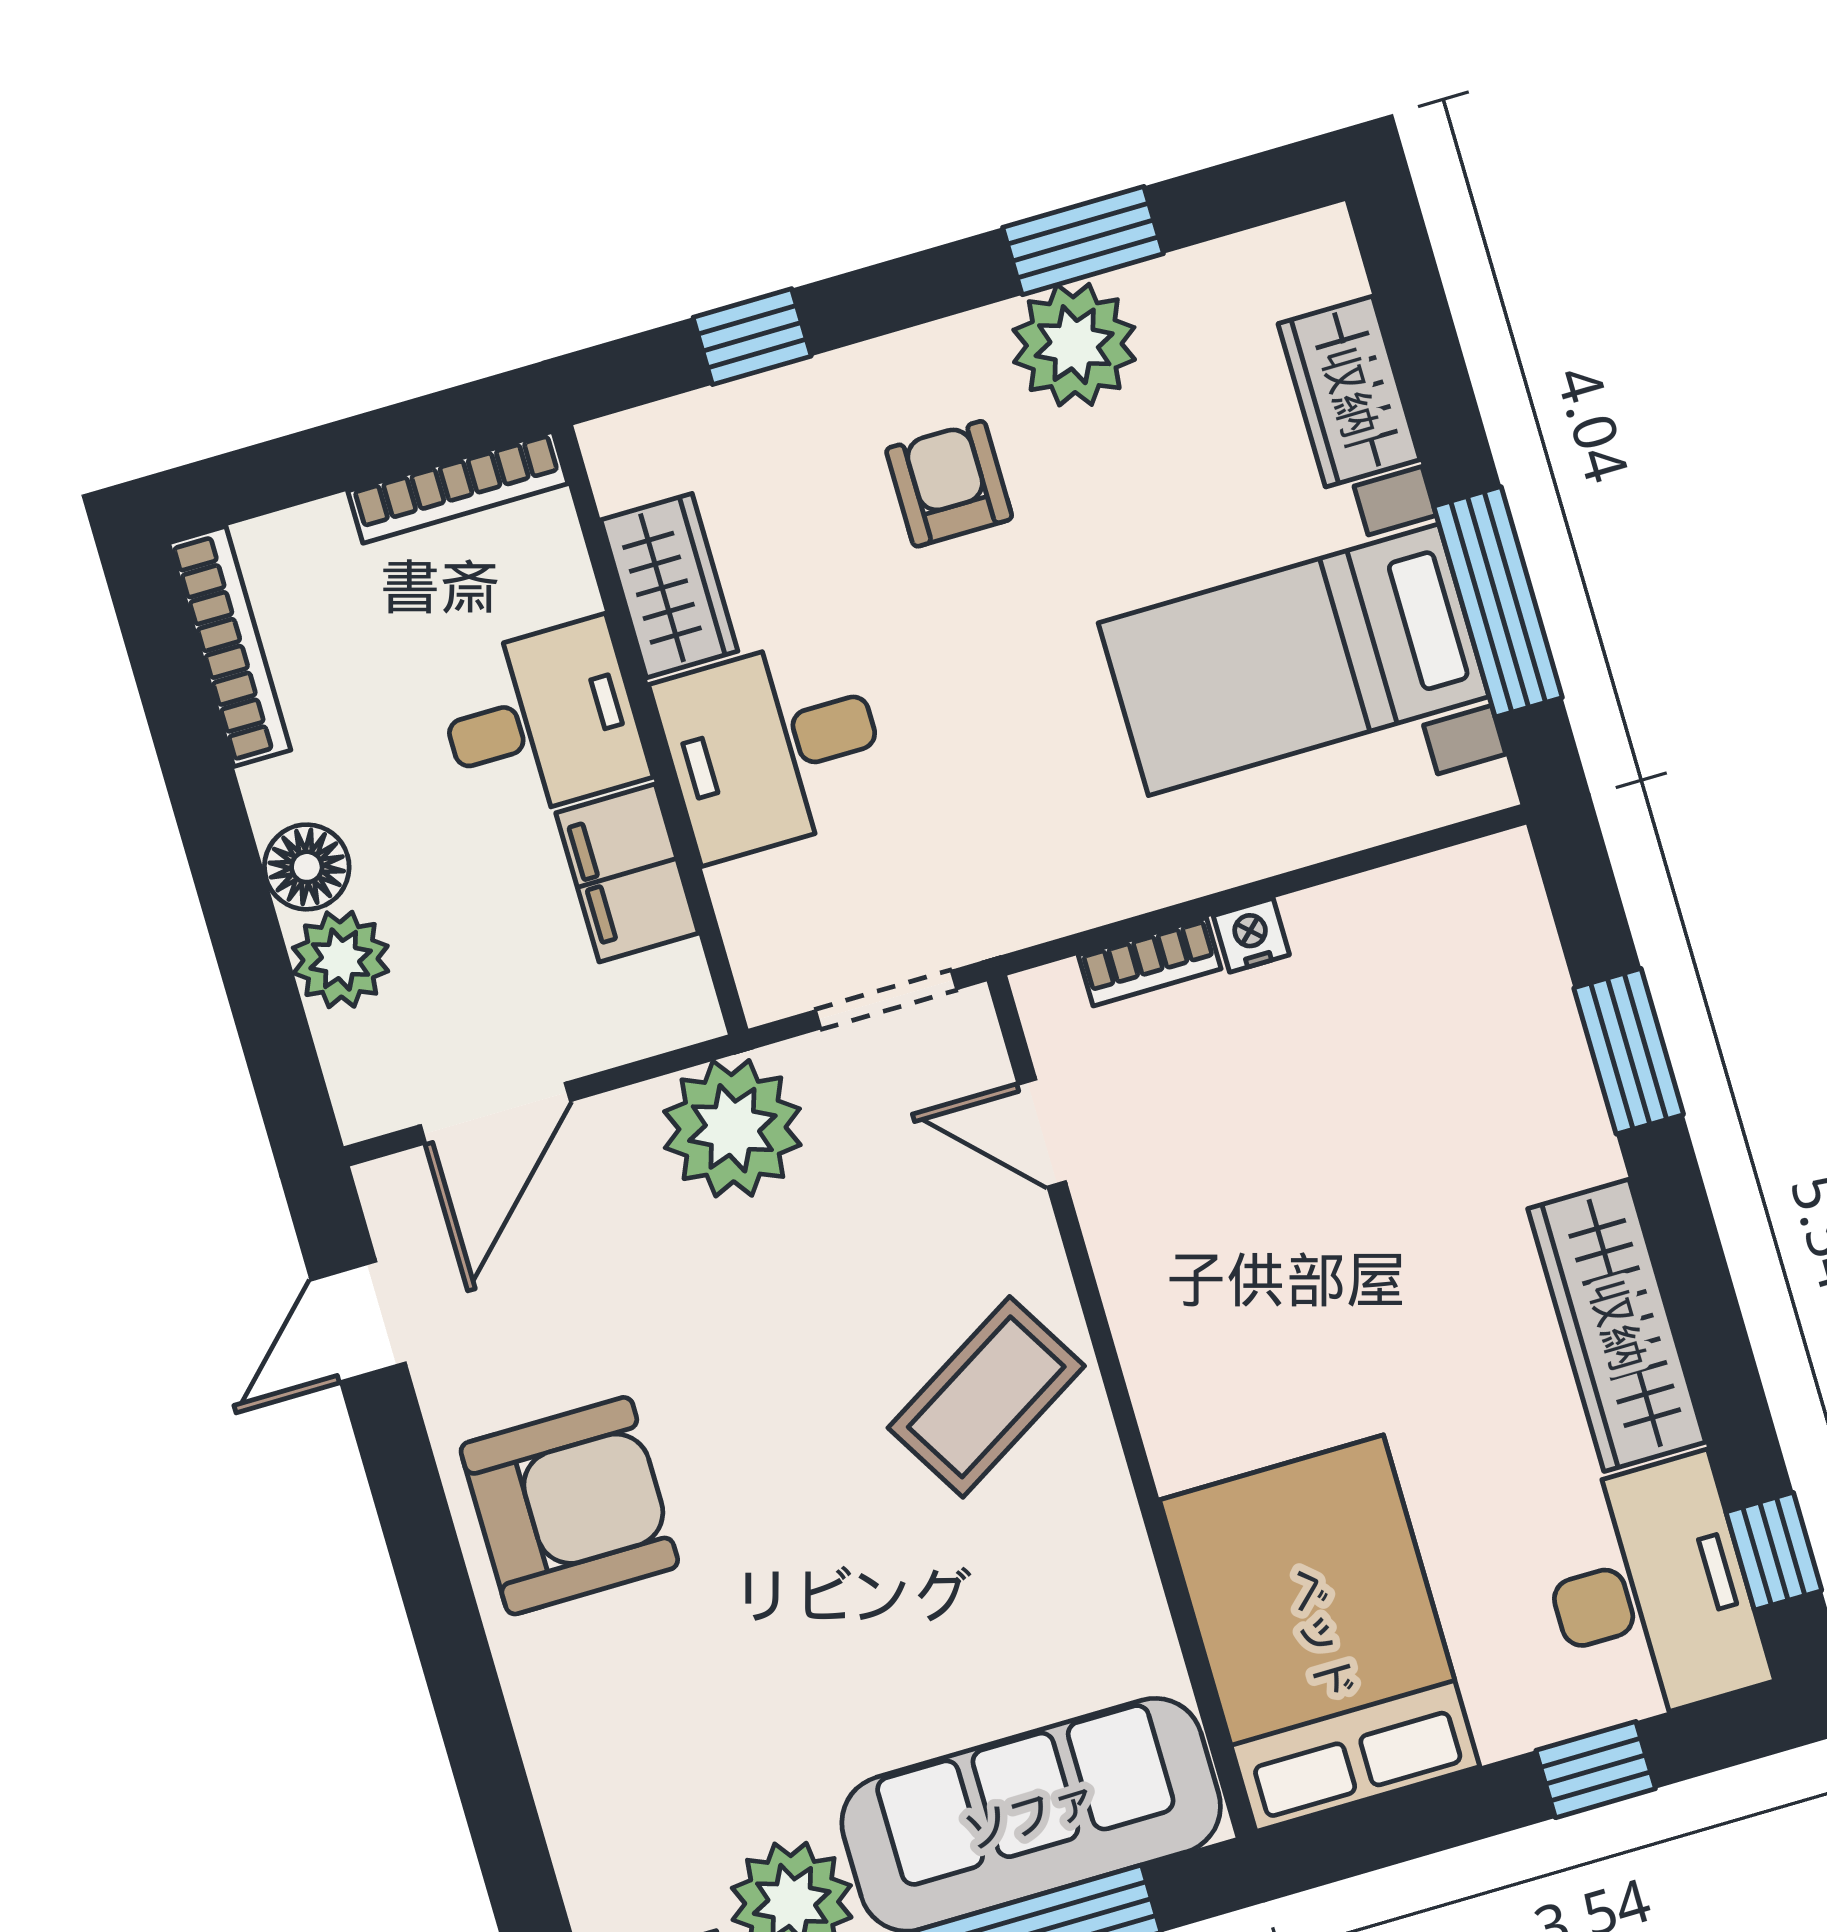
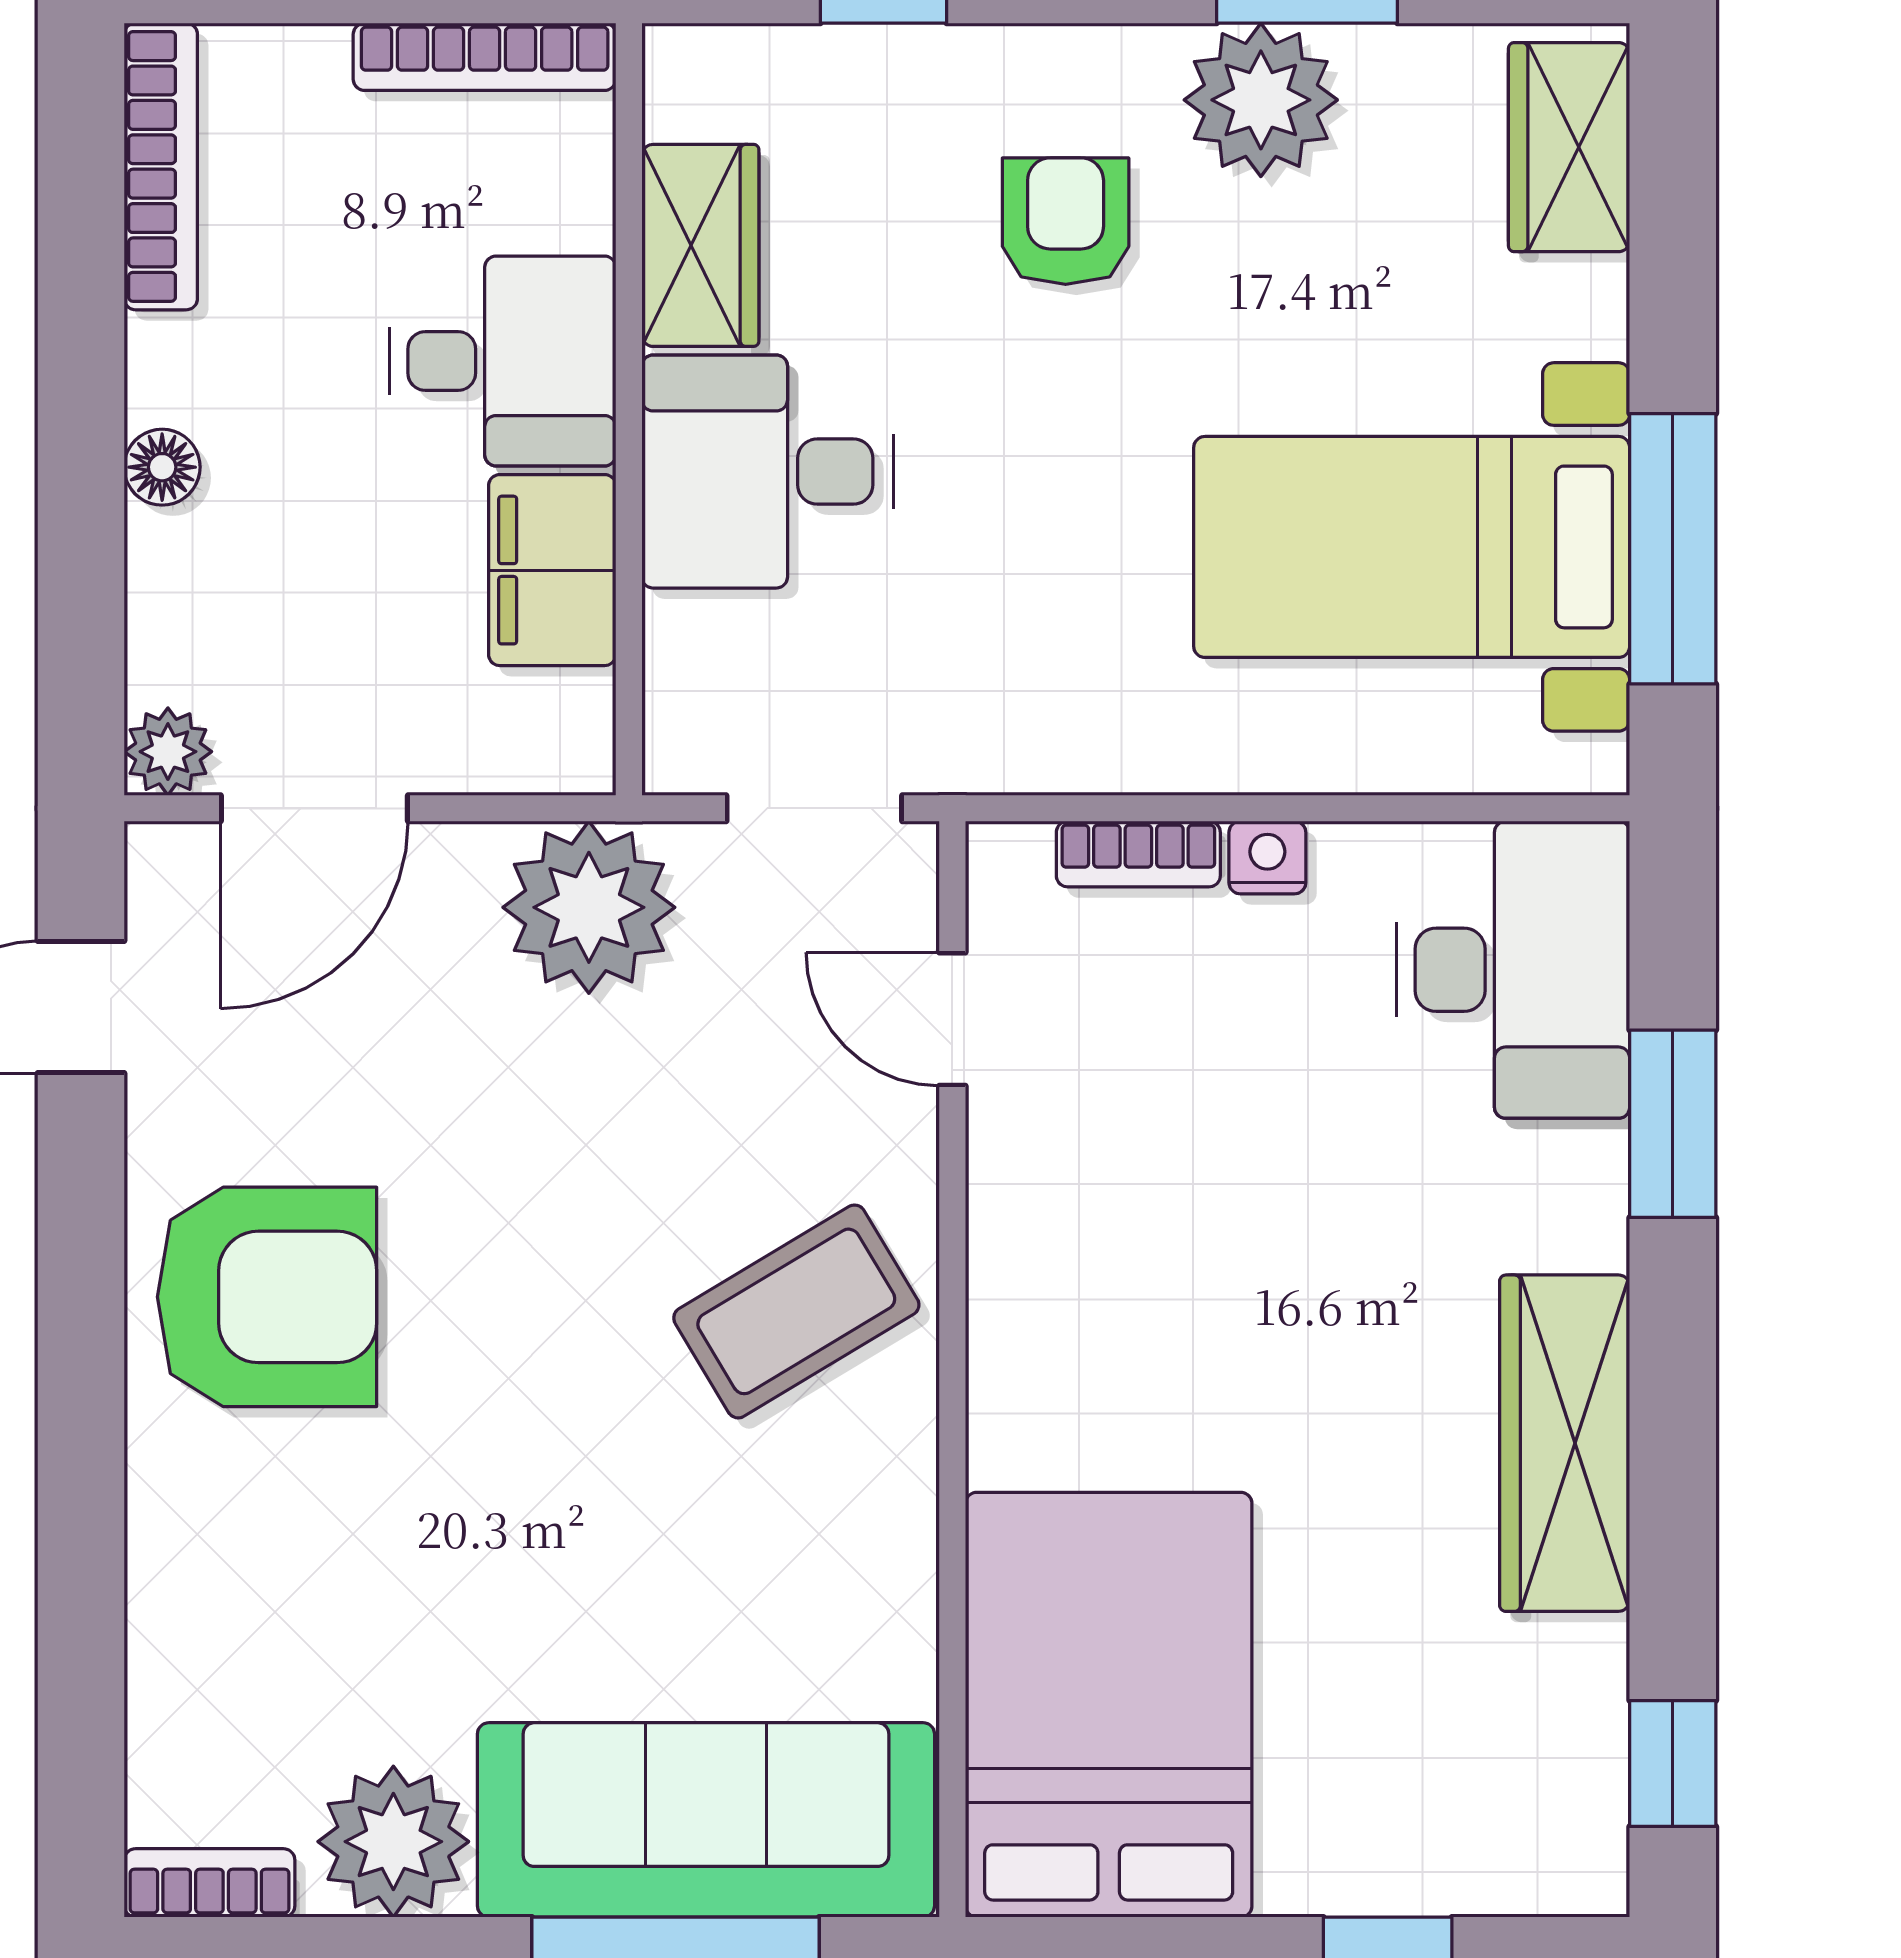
wardrobe: (1349, 392) -> (1569, 147), moved
floor lamp: (307, 867) -> (162, 467), width x0.73, depth x0.73
plant: (341, 960) -> (168, 752), moved, width x0.73, depth x0.73
desk: (1650, 1591) -> (1513, 970), moved

